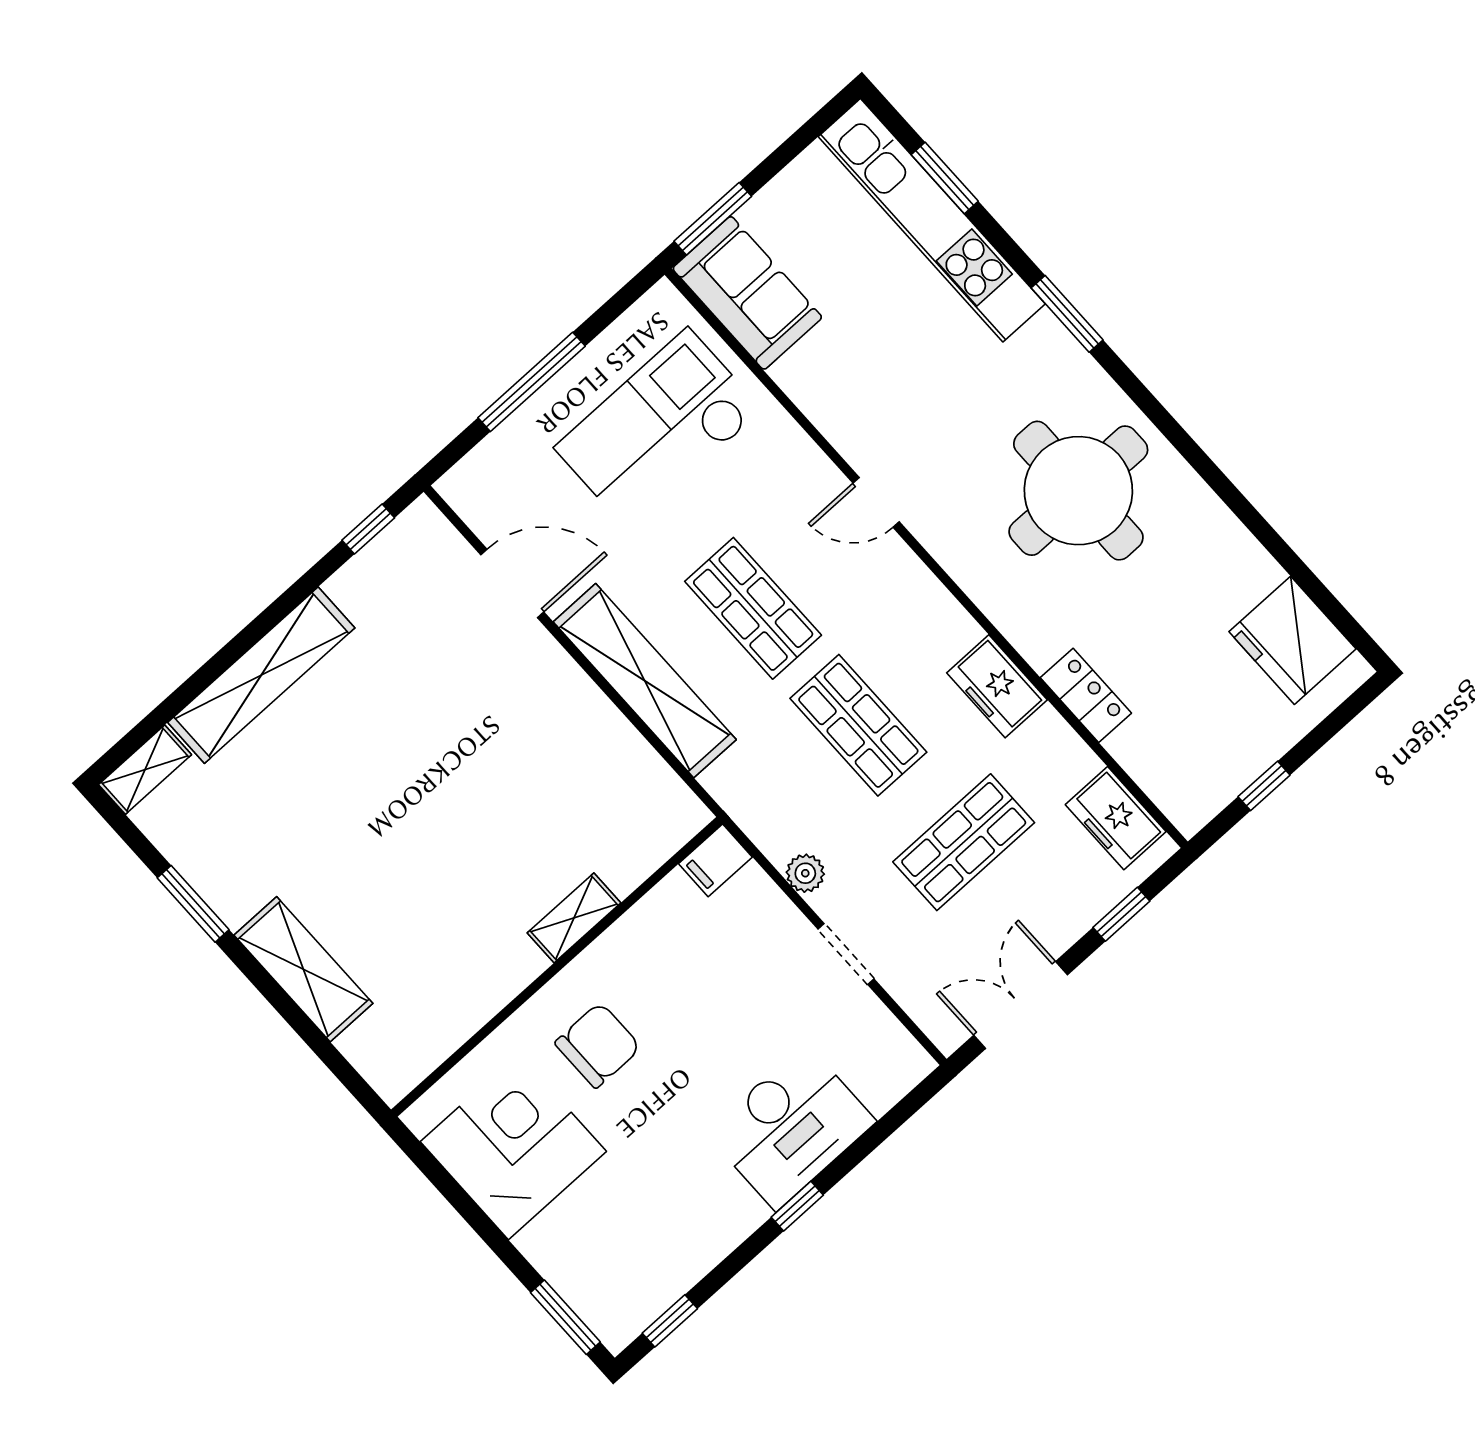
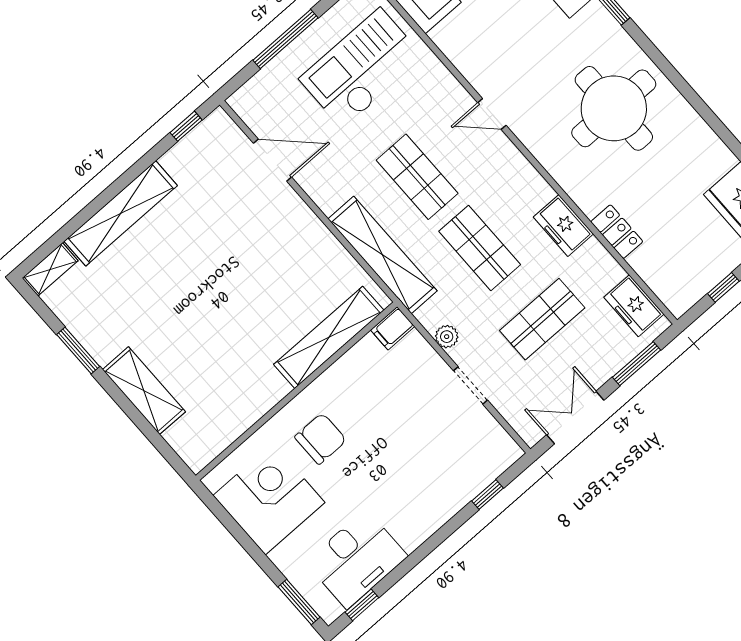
shelving: (645, 681) -> (382, 255), moved
window: (1121, 914) -> (637, 364), width x1.50
shelving: (574, 918) -> (329, 337), width x2.20, depth x1.33
desk: (791, 1127) -> (357, 559), moved
window: (797, 1206) -> (487, 495), moved

